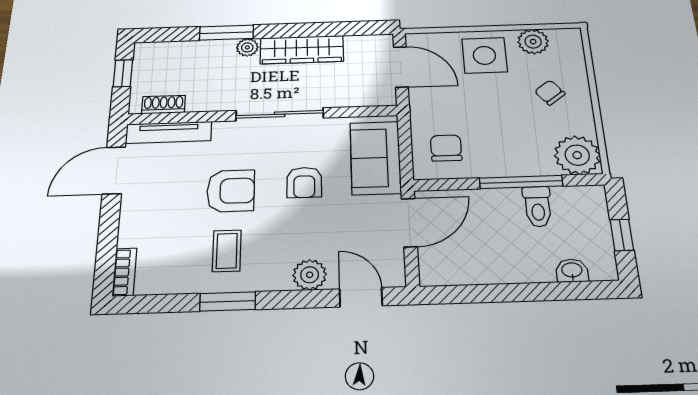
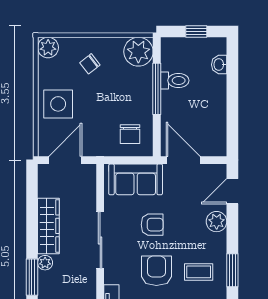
plant: (533, 42) -> (48, 48), moved
chair: (446, 148) -> (130, 134), turned -90

